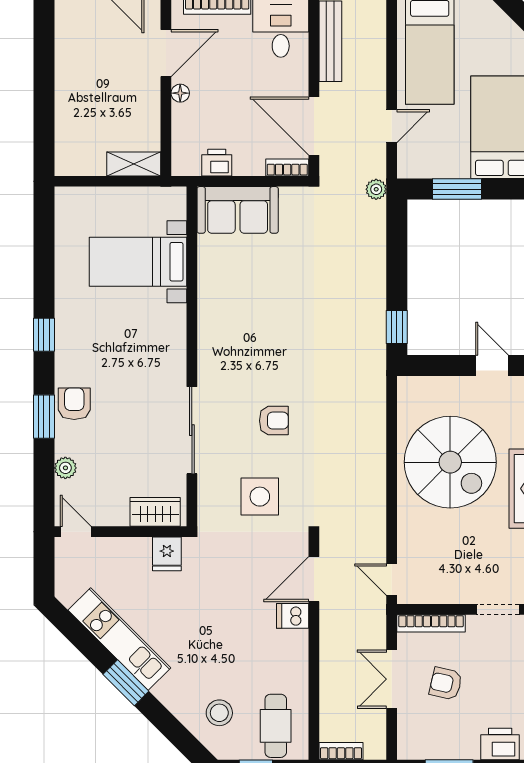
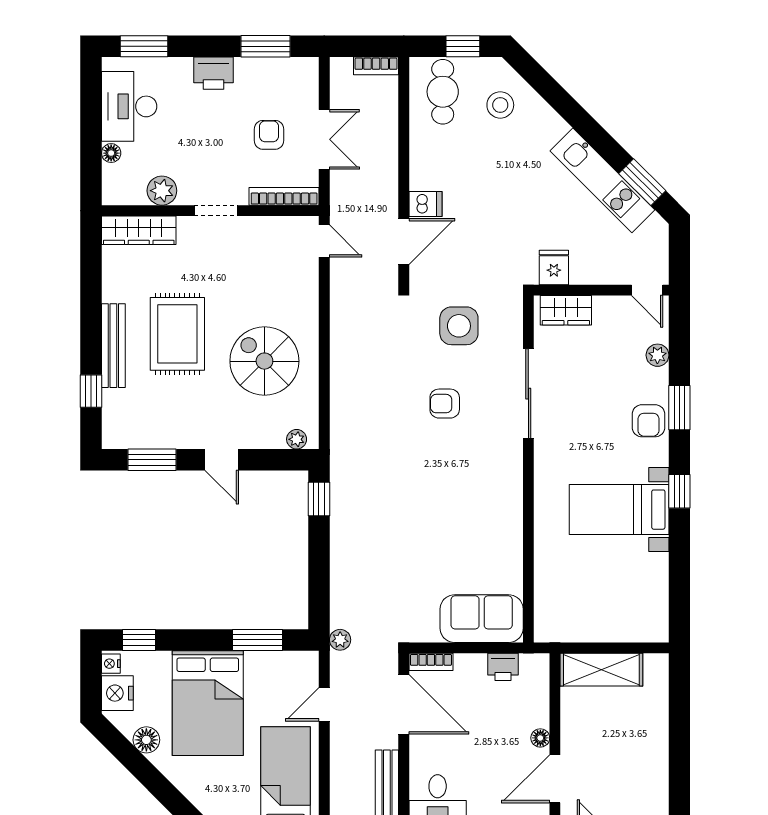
shelving: (134, 164) -> (601, 670), width x1.50, depth x1.33
bed with nightstands: (138, 262) -> (619, 510), moved, turned 180
plant: (419, 386) -> (297, 439), added
spiral stairs: (450, 462) -> (264, 361), width x0.73, depth x0.73
window: (126, 683) -> (642, 182), moved
armchair: (446, 684) -> (269, 135), turned -103

